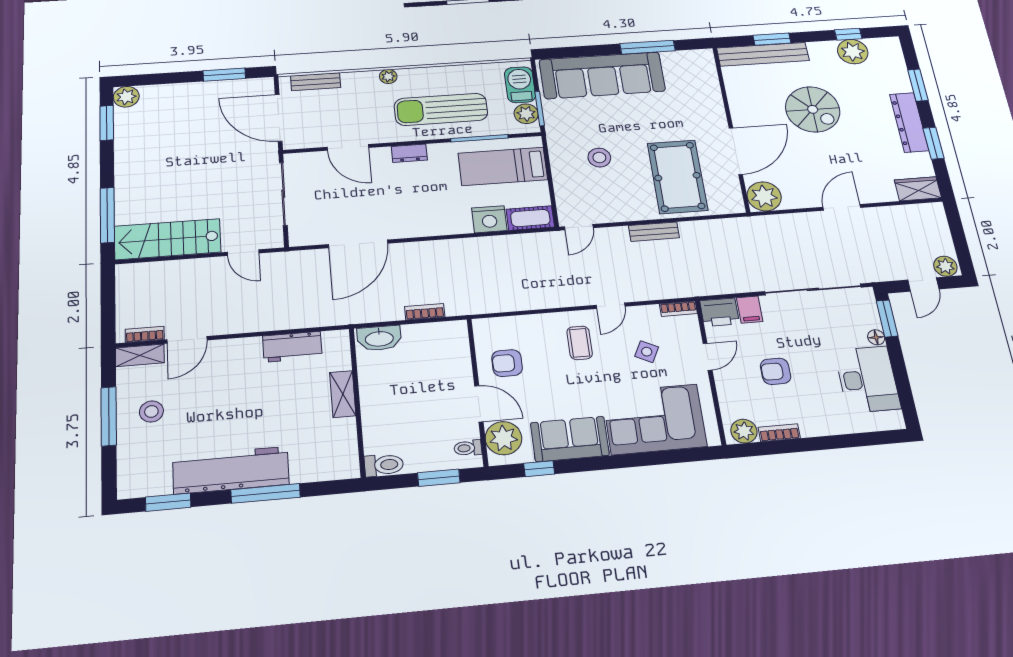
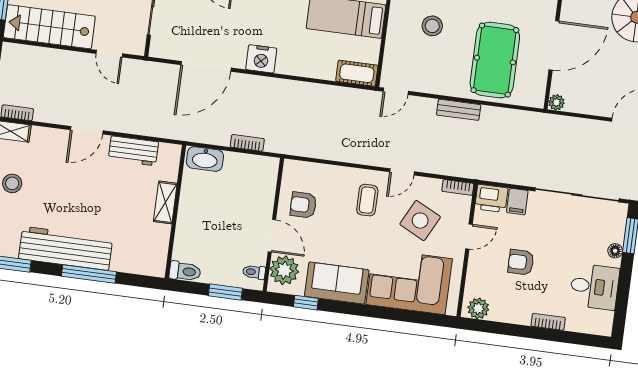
plant: (764, 196) -> (557, 102), width x0.53, depth x0.53
nightstand: (489, 219) -> (261, 59), moved
door: (187, 340) -> (87, 130), moved
side table: (647, 352) -> (420, 221), width x1.87, depth x1.87
desk: (867, 379) -> (594, 287), width x0.73
bookcase: (779, 433) -> (548, 322), moved

